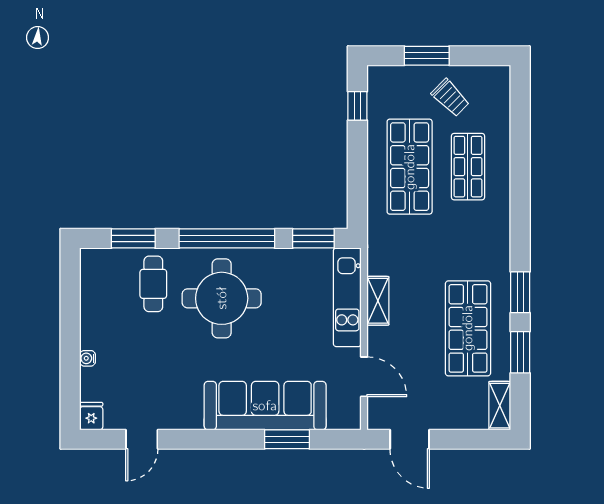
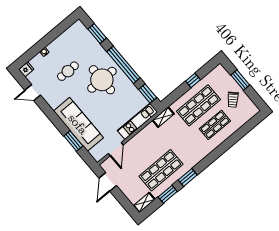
window: (357, 106) -> (193, 80), moved
cafe table: (153, 284) -> (68, 71), moved
shelving: (378, 301) -> (163, 117), moved

